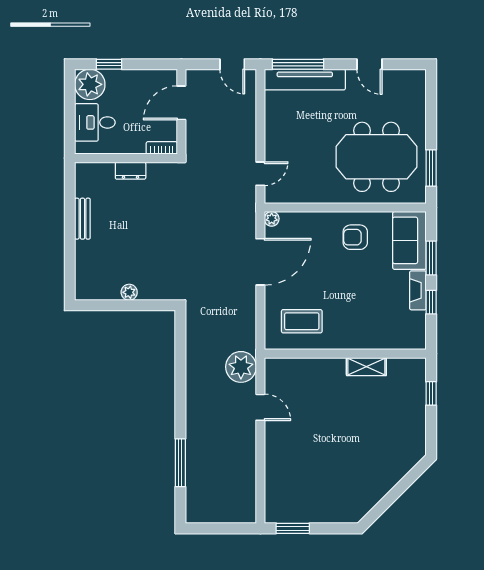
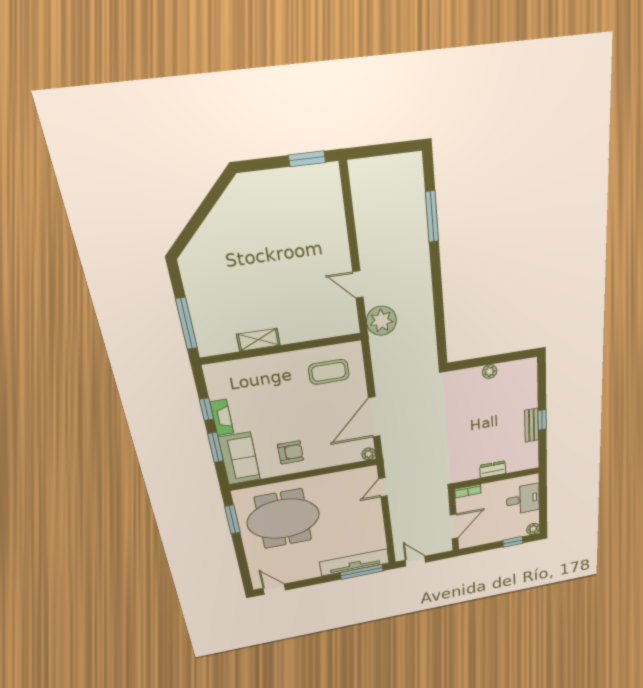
door: (369, 64) -> (274, 589), moved
plant: (90, 84) -> (533, 529), width x0.53, depth x0.53
window: (70, 223) -> (542, 420), added
window: (431, 393) -> (186, 324), width x2.17

